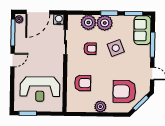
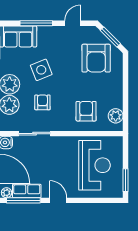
row of seats: (20, 35) -> (27, 191), added
plant: (100, 107) -> (116, 116), moved

